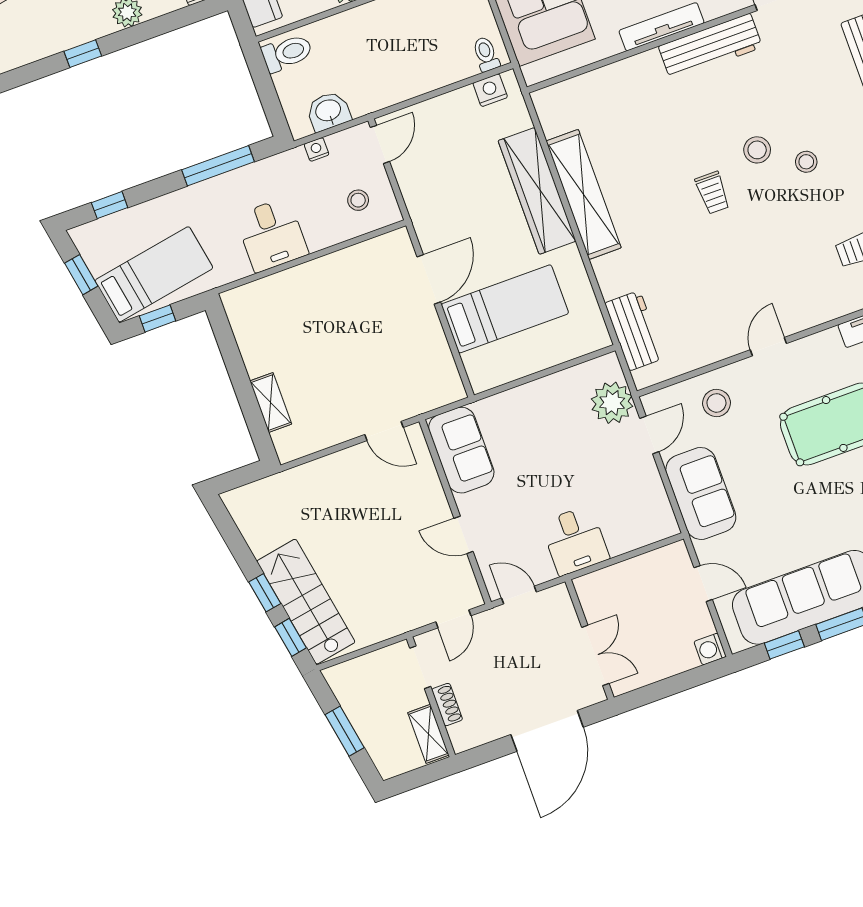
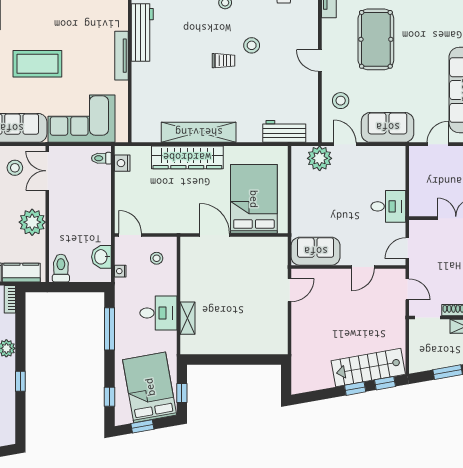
stool: (757, 150) -> (252, 45), moved
bed: (154, 274) -> (150, 387), width x1.50
bed: (505, 309) -> (254, 199), width x1.50
shelving: (271, 403) -> (187, 318), moved, turned 90

